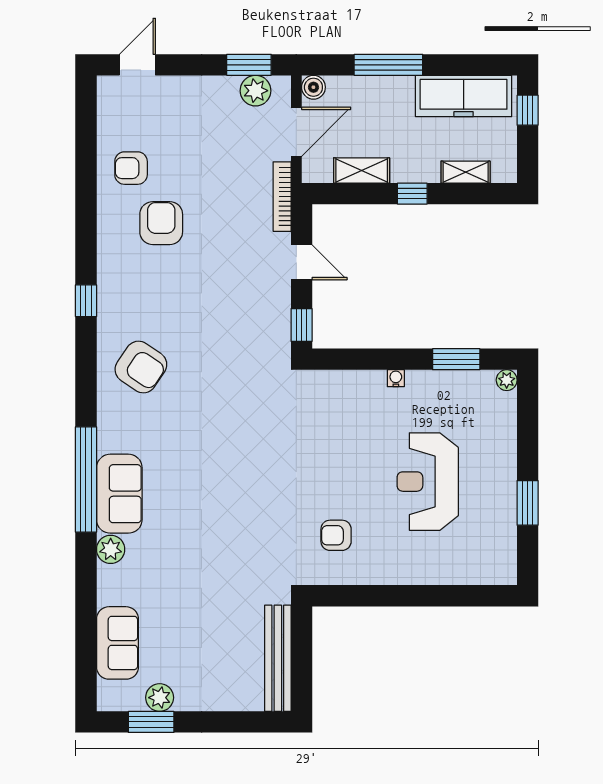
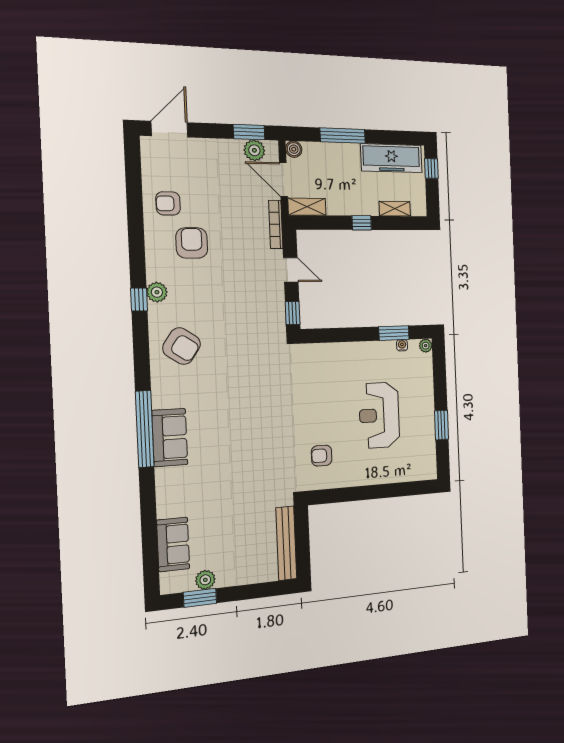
door: (137, 65) -> (169, 129), width x1.38
door: (296, 132) -> (283, 180), swing flipped
shelving: (362, 170) -> (307, 207), moved
water cooler: (396, 378) -> (402, 345), moved
plant: (111, 549) -> (157, 292), moved

